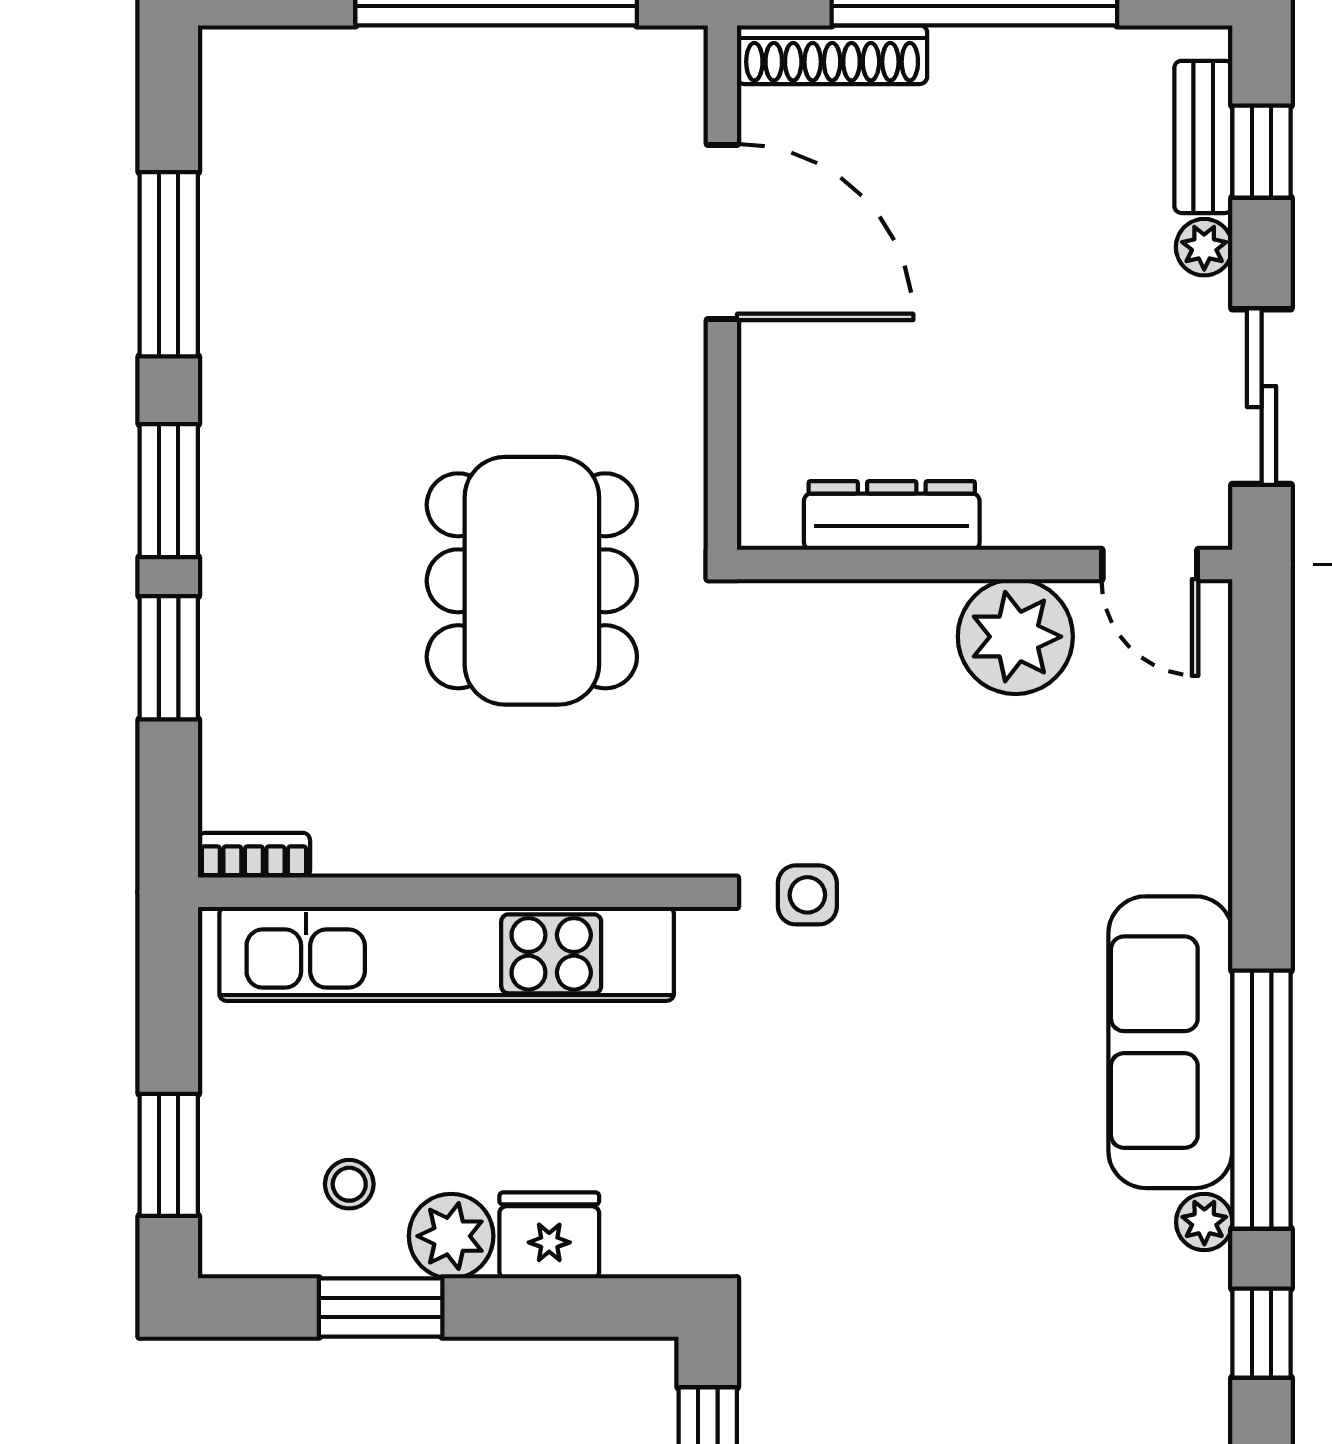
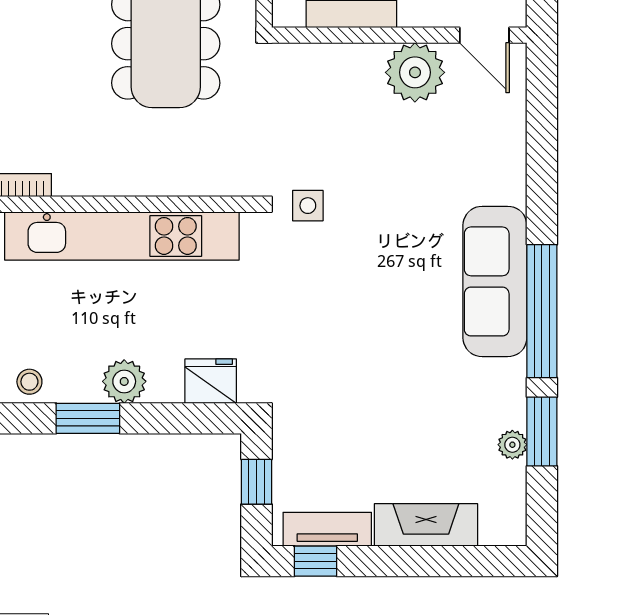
stool: (349, 1184) -> (29, 382), moved
plant: (1204, 1222) -> (512, 445), moved
fridge: (549, 1235) -> (211, 381), moved
window: (1262, 1333) -> (542, 431), width x1.50

